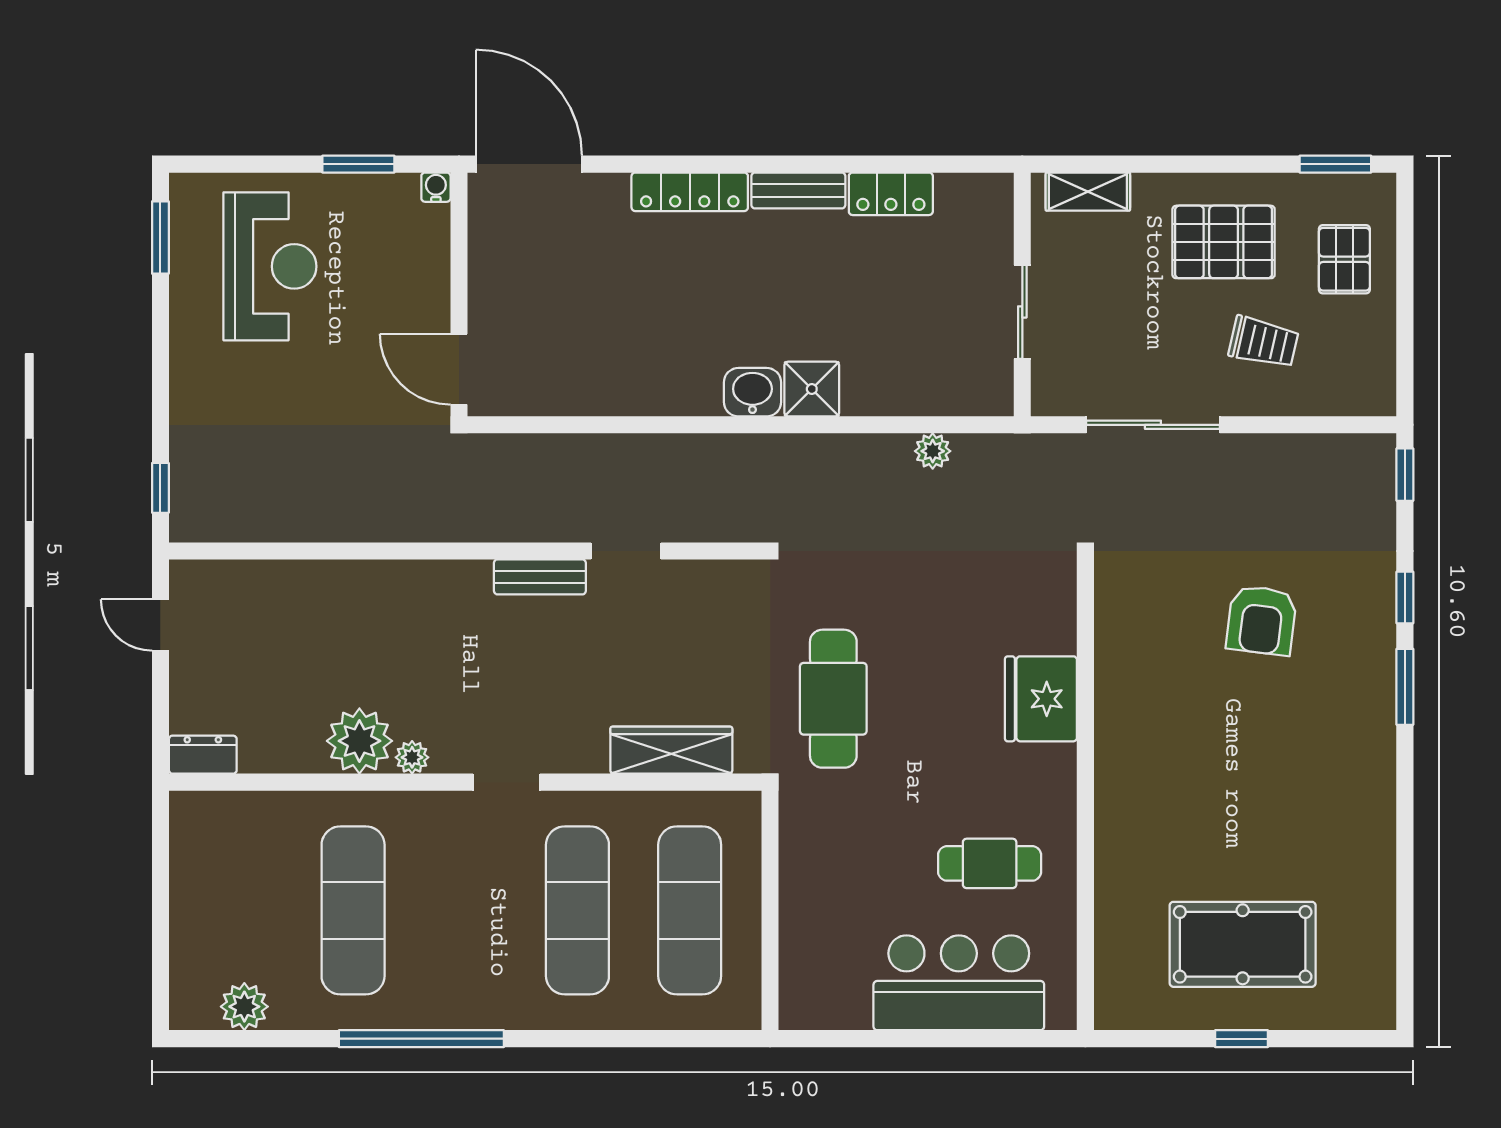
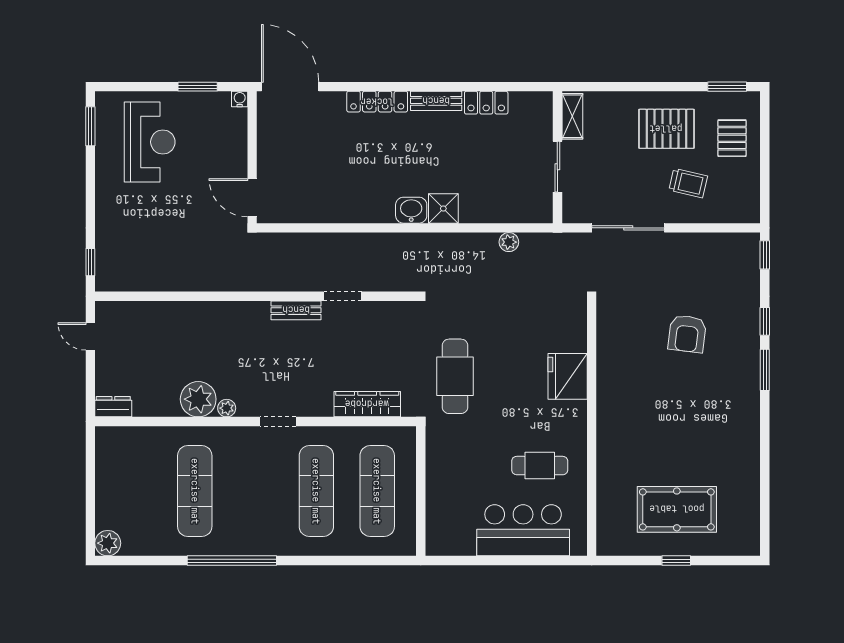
shelving: (1088, 192) -> (572, 116), moved, turned 90
plant: (244, 1007) -> (108, 543), moved

